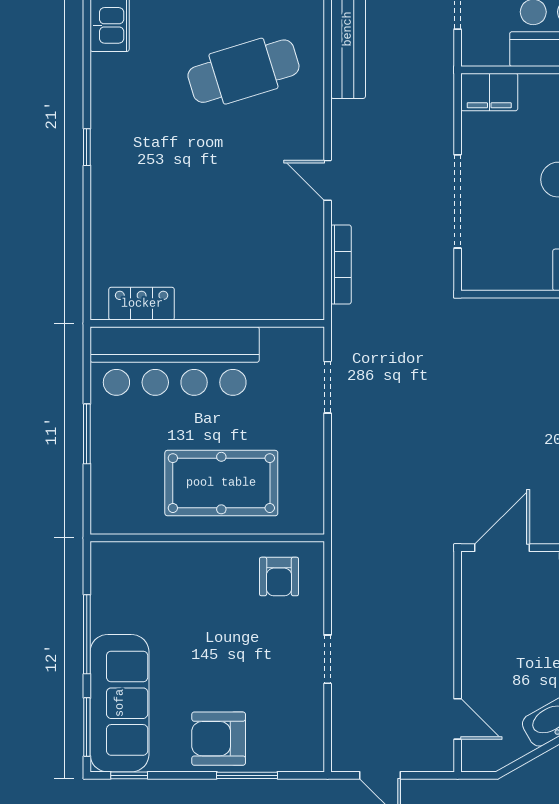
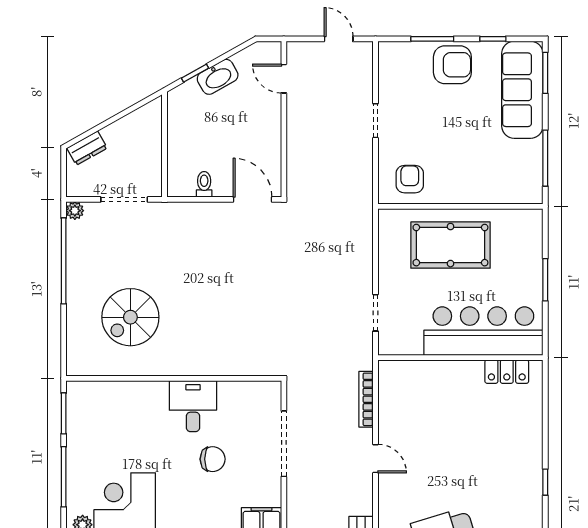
door: (502, 548) -> (252, 199), swing flipped
window: (87, 634) -> (545, 158), moved
window: (129, 775) -> (493, 39), moved

